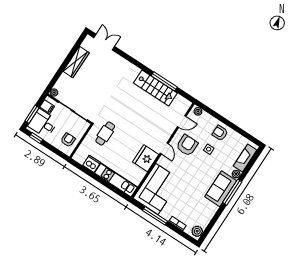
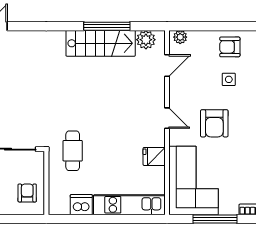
plant: (180, 101) -> (146, 40), added
armchair: (187, 145) -> (214, 123), moved, turned 180
fridge: (146, 158) -> (154, 156), width x0.53, depth x0.75

